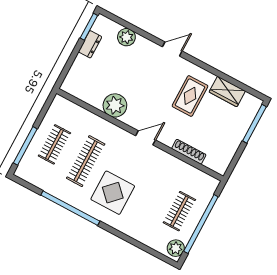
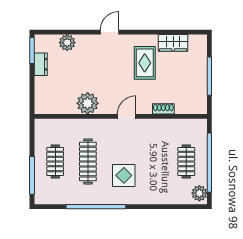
window: (254, 124) -> (209, 76), moved
shoe rack: (189, 152) -> (163, 109), width x0.70
display table: (113, 193) -> (124, 175), width x0.73, depth x0.73

